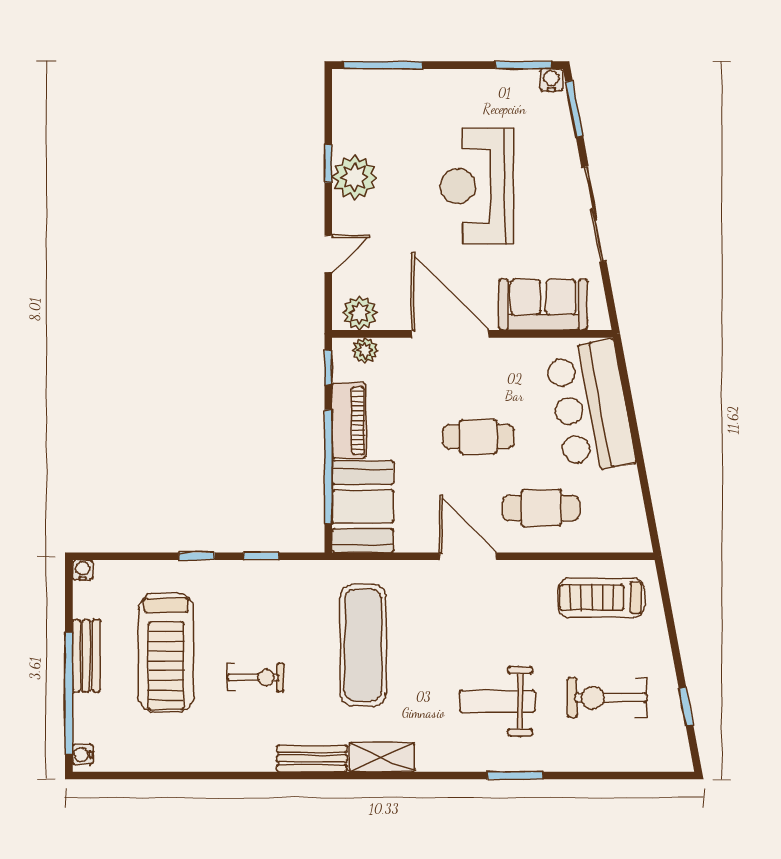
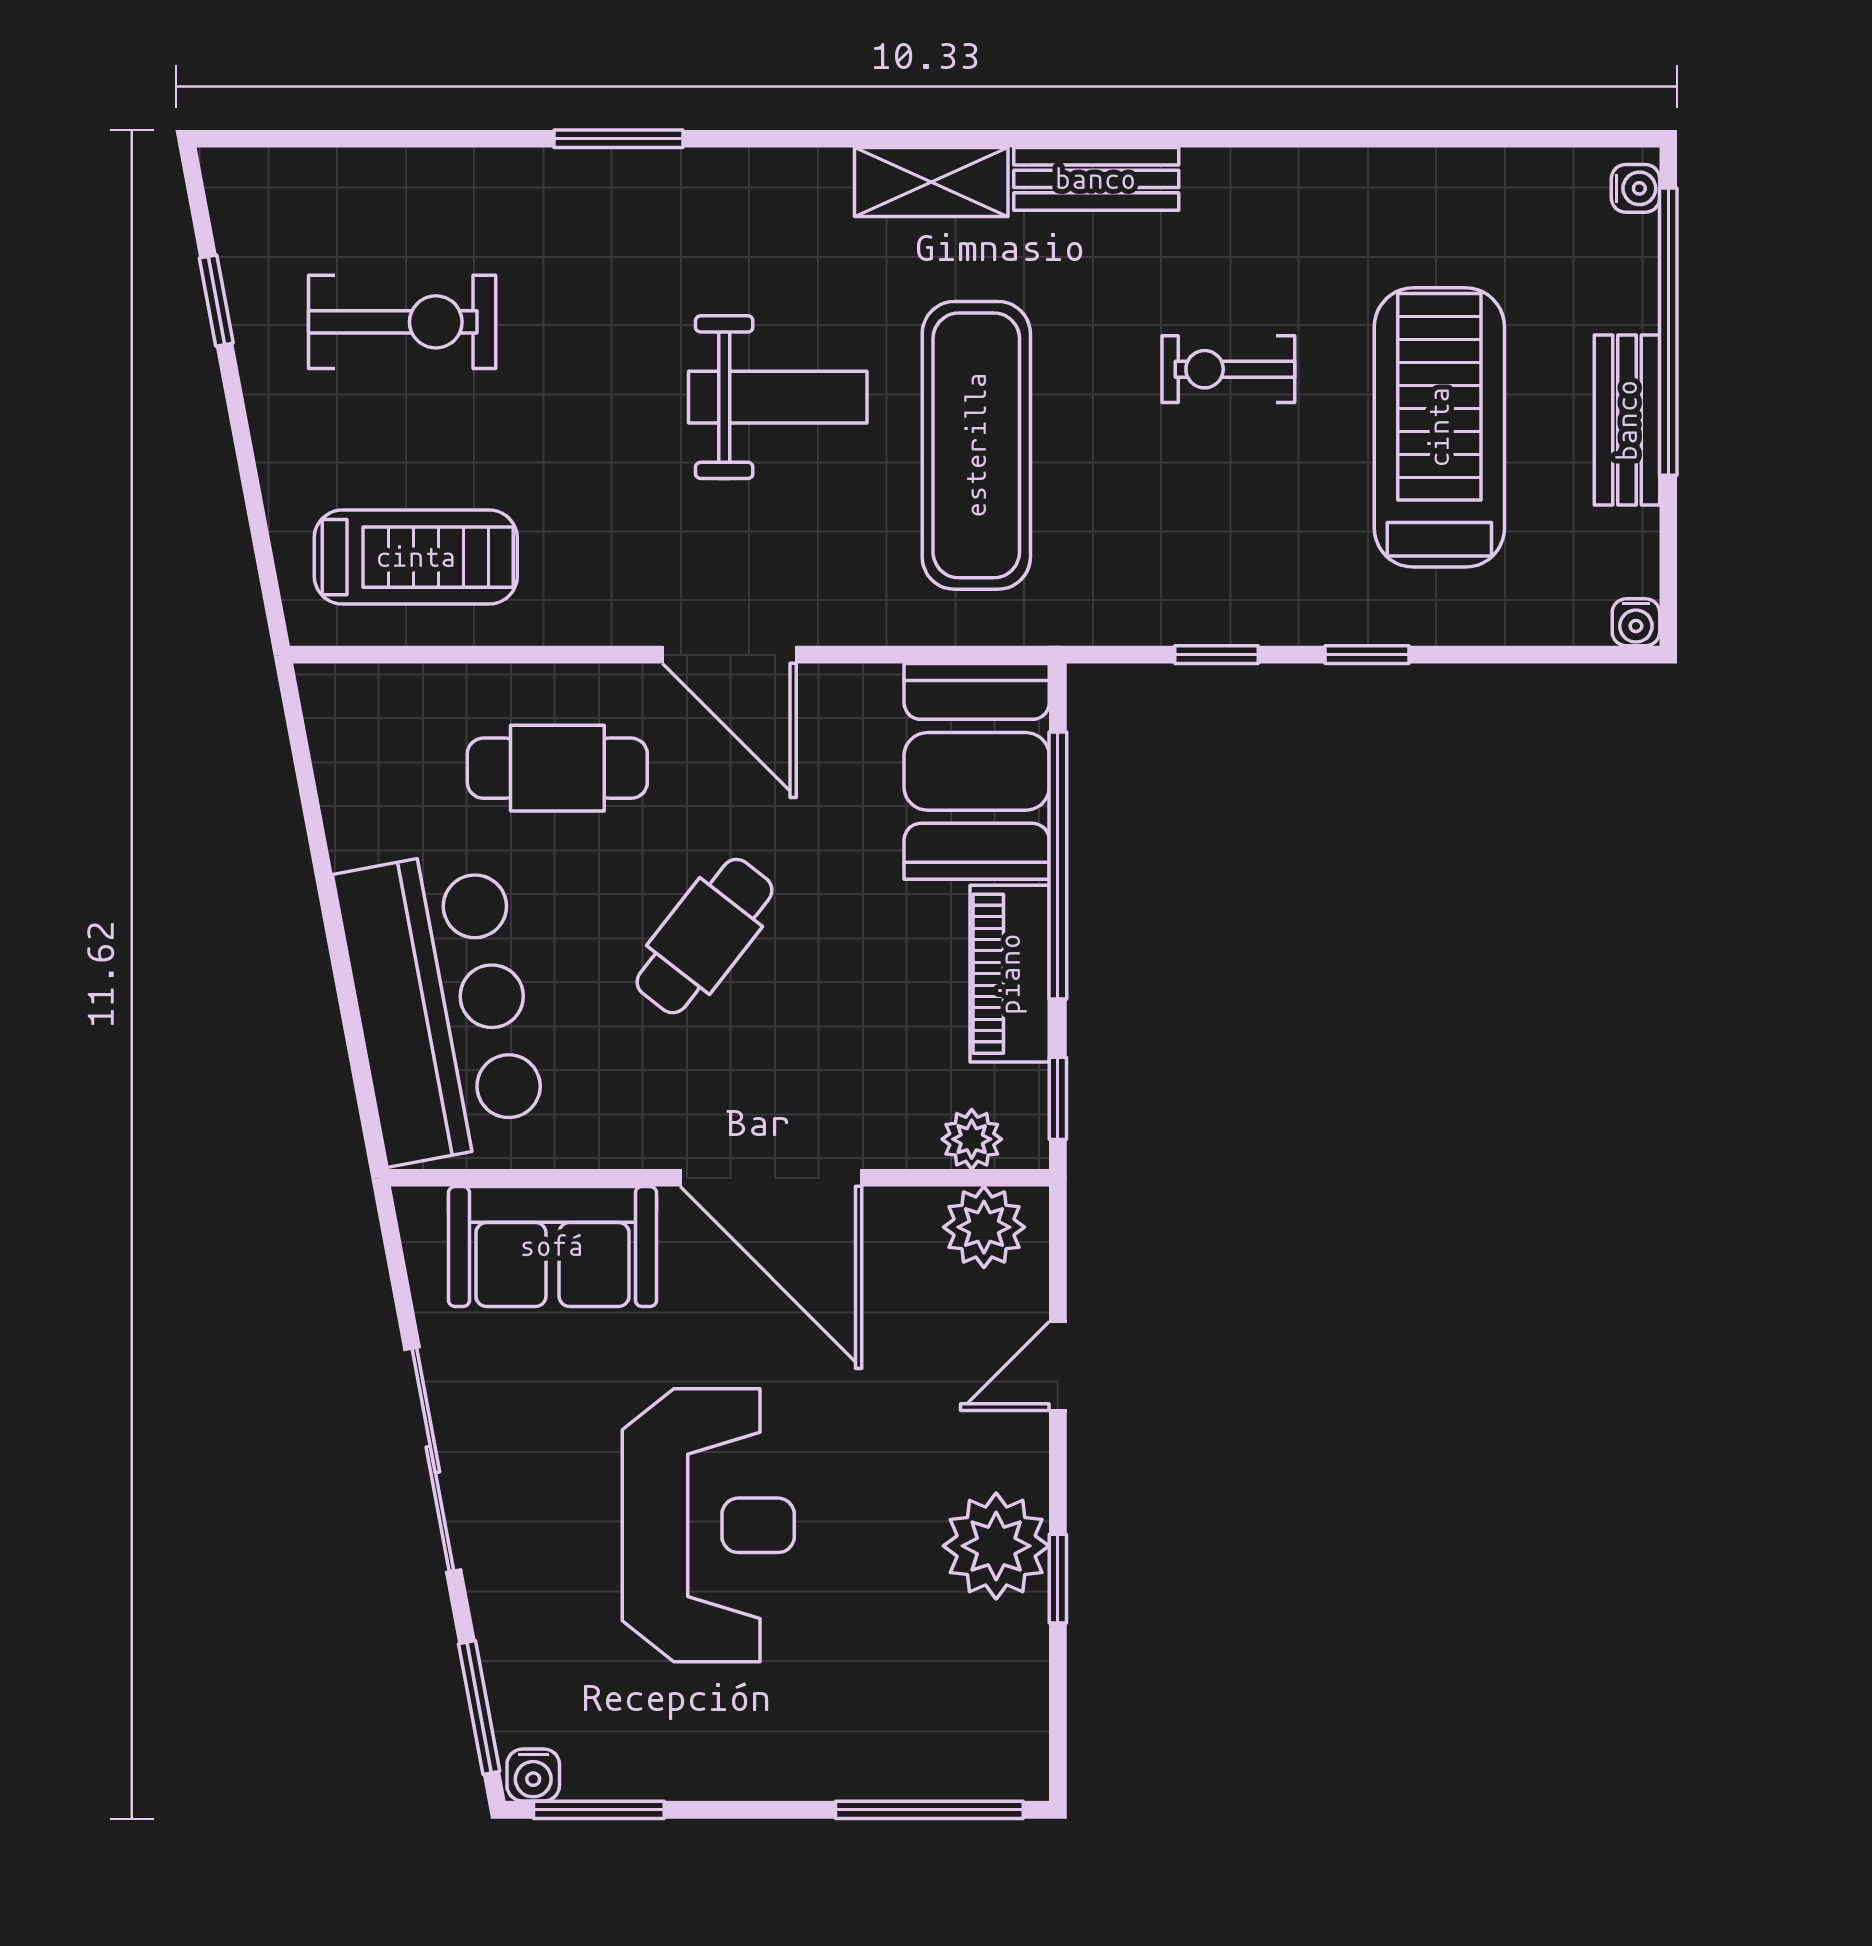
cafe table: (478, 437) -> (705, 936), turned -52
weight bench: (497, 701) -> (778, 397), moved

